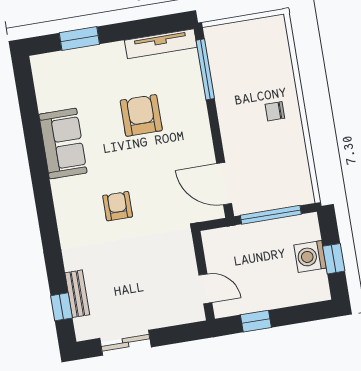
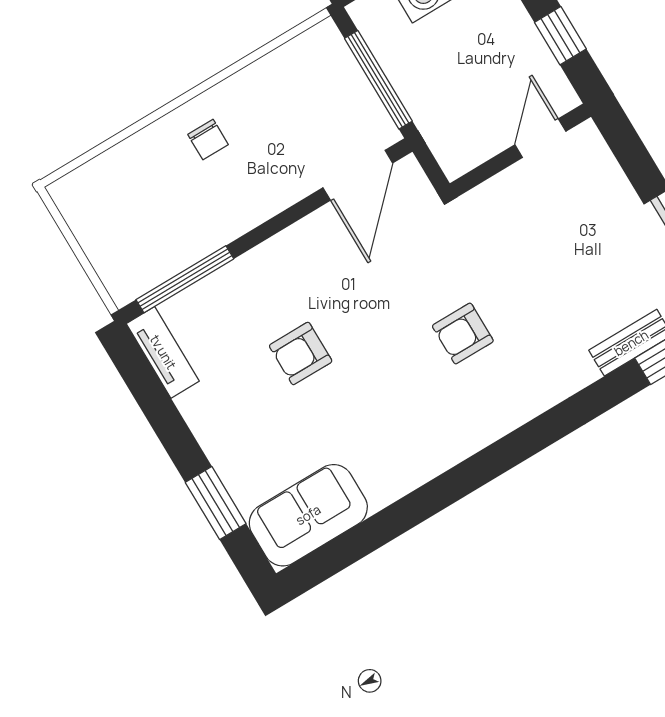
tv unit: (161, 44) -> (163, 352), width x0.71
armchair: (141, 115) -> (301, 353), width x0.72, depth x0.72
sofa: (63, 144) -> (308, 515), moved

